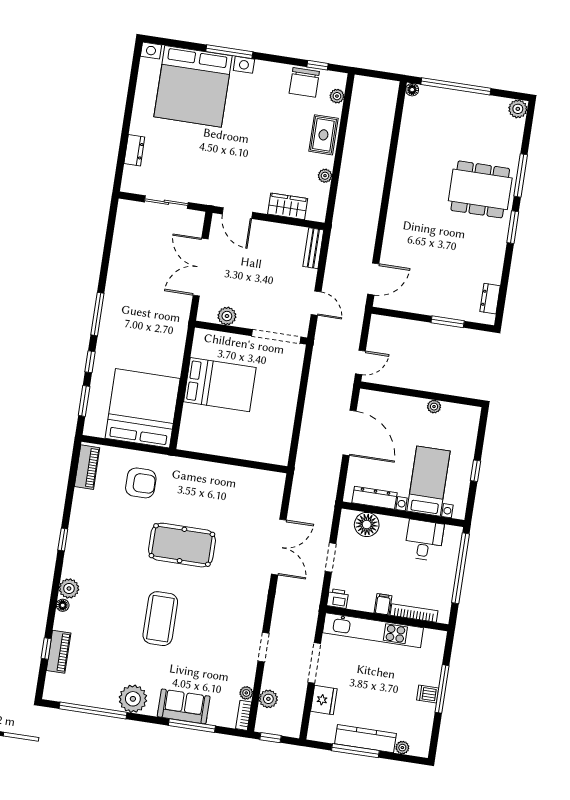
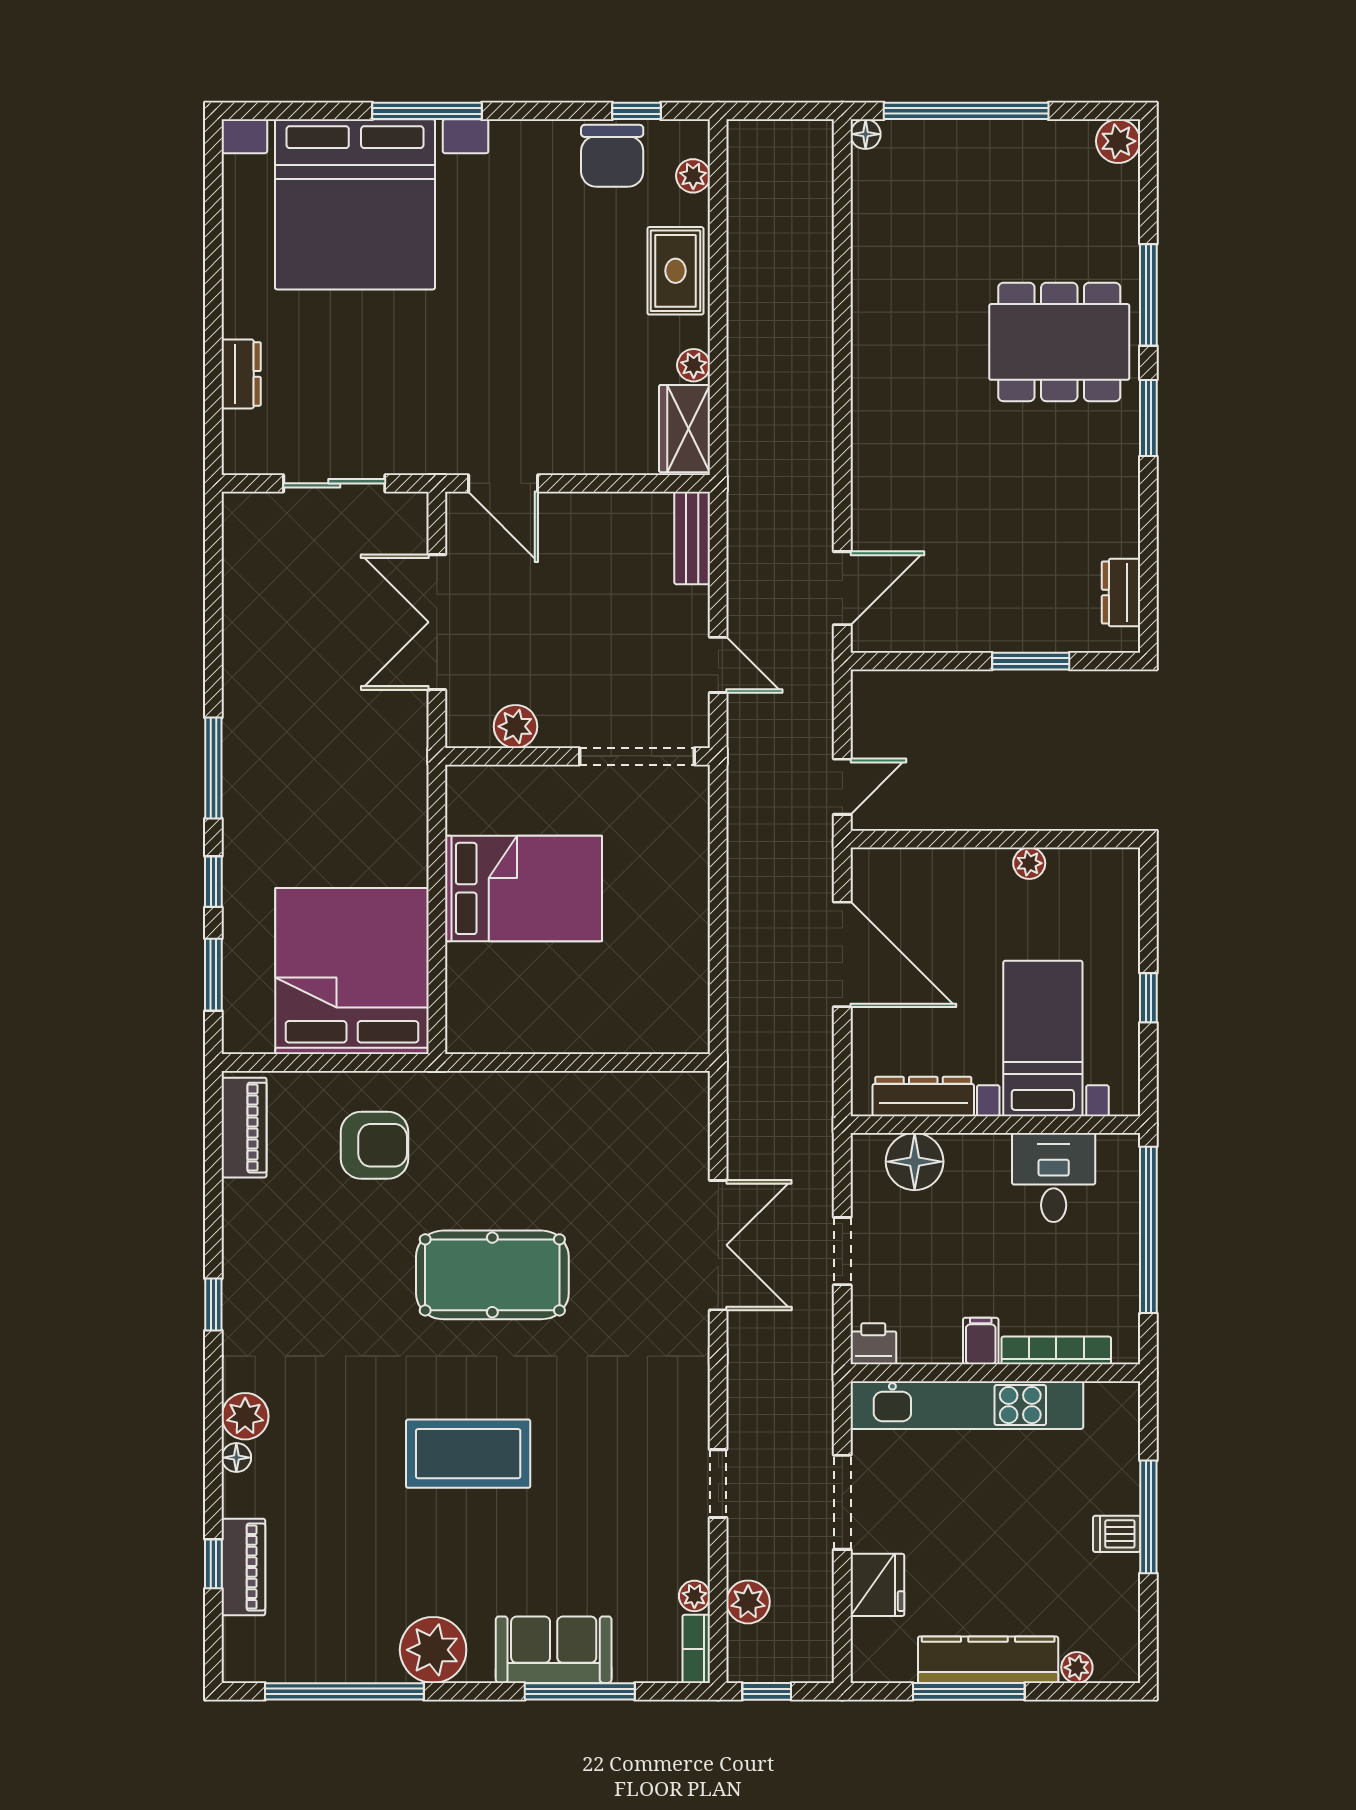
wardrobe: (288, 206) -> (685, 429), moved, turned -90
coffee table: (160, 619) -> (468, 1454), turned 90

